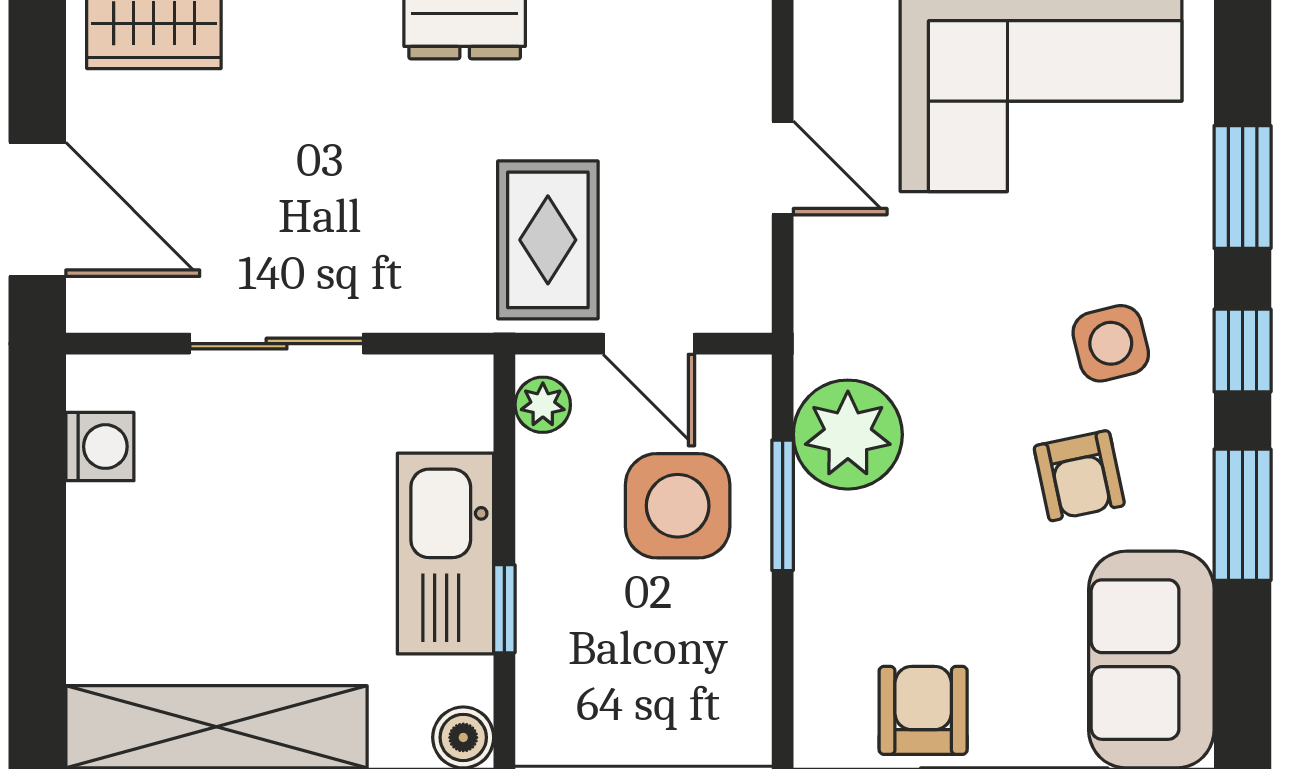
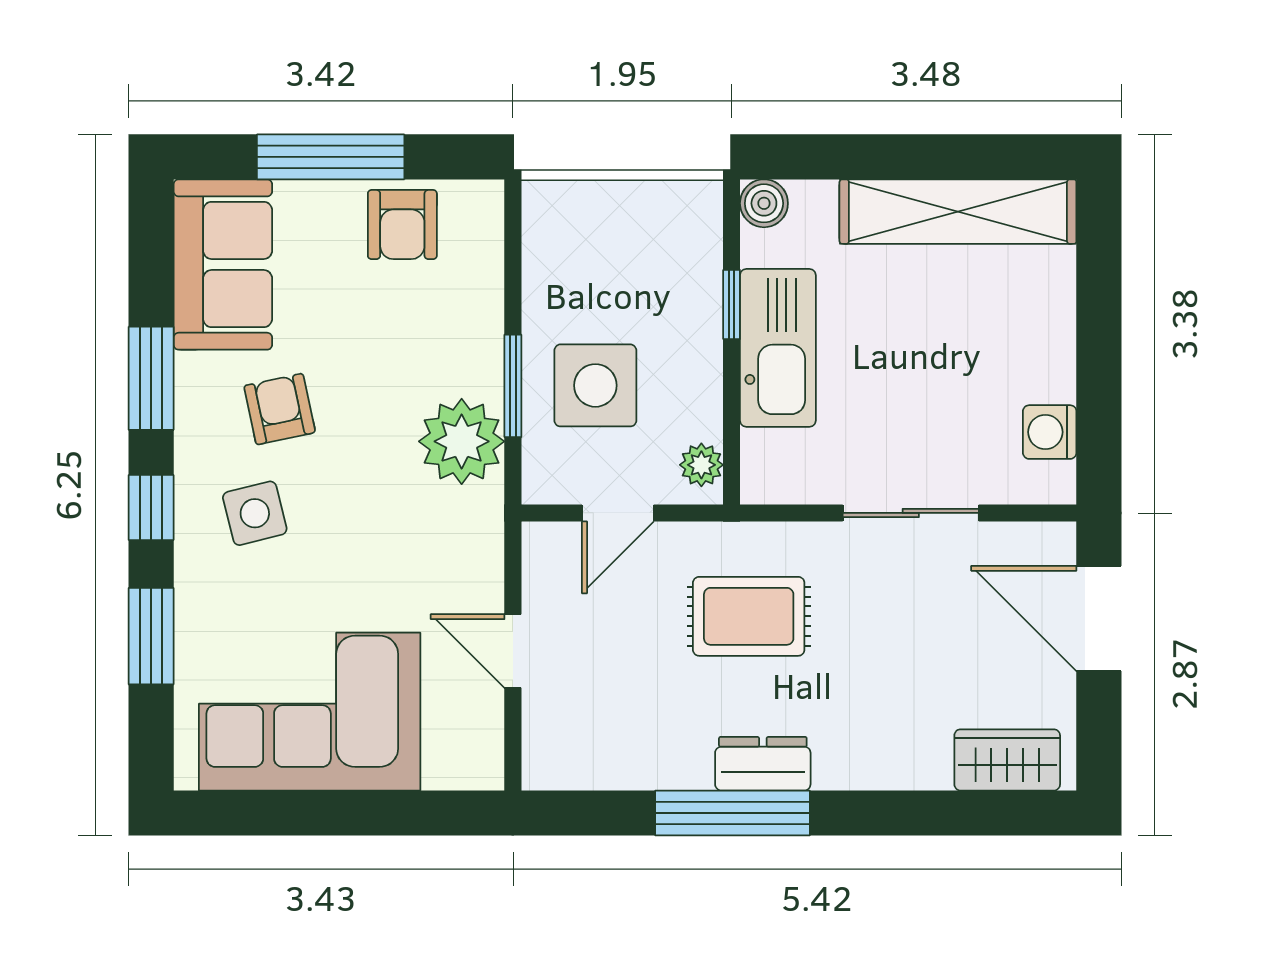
rug: (548, 240) -> (749, 616), moved, turned 90
door: (649, 344) -> (618, 513), swing flipped

